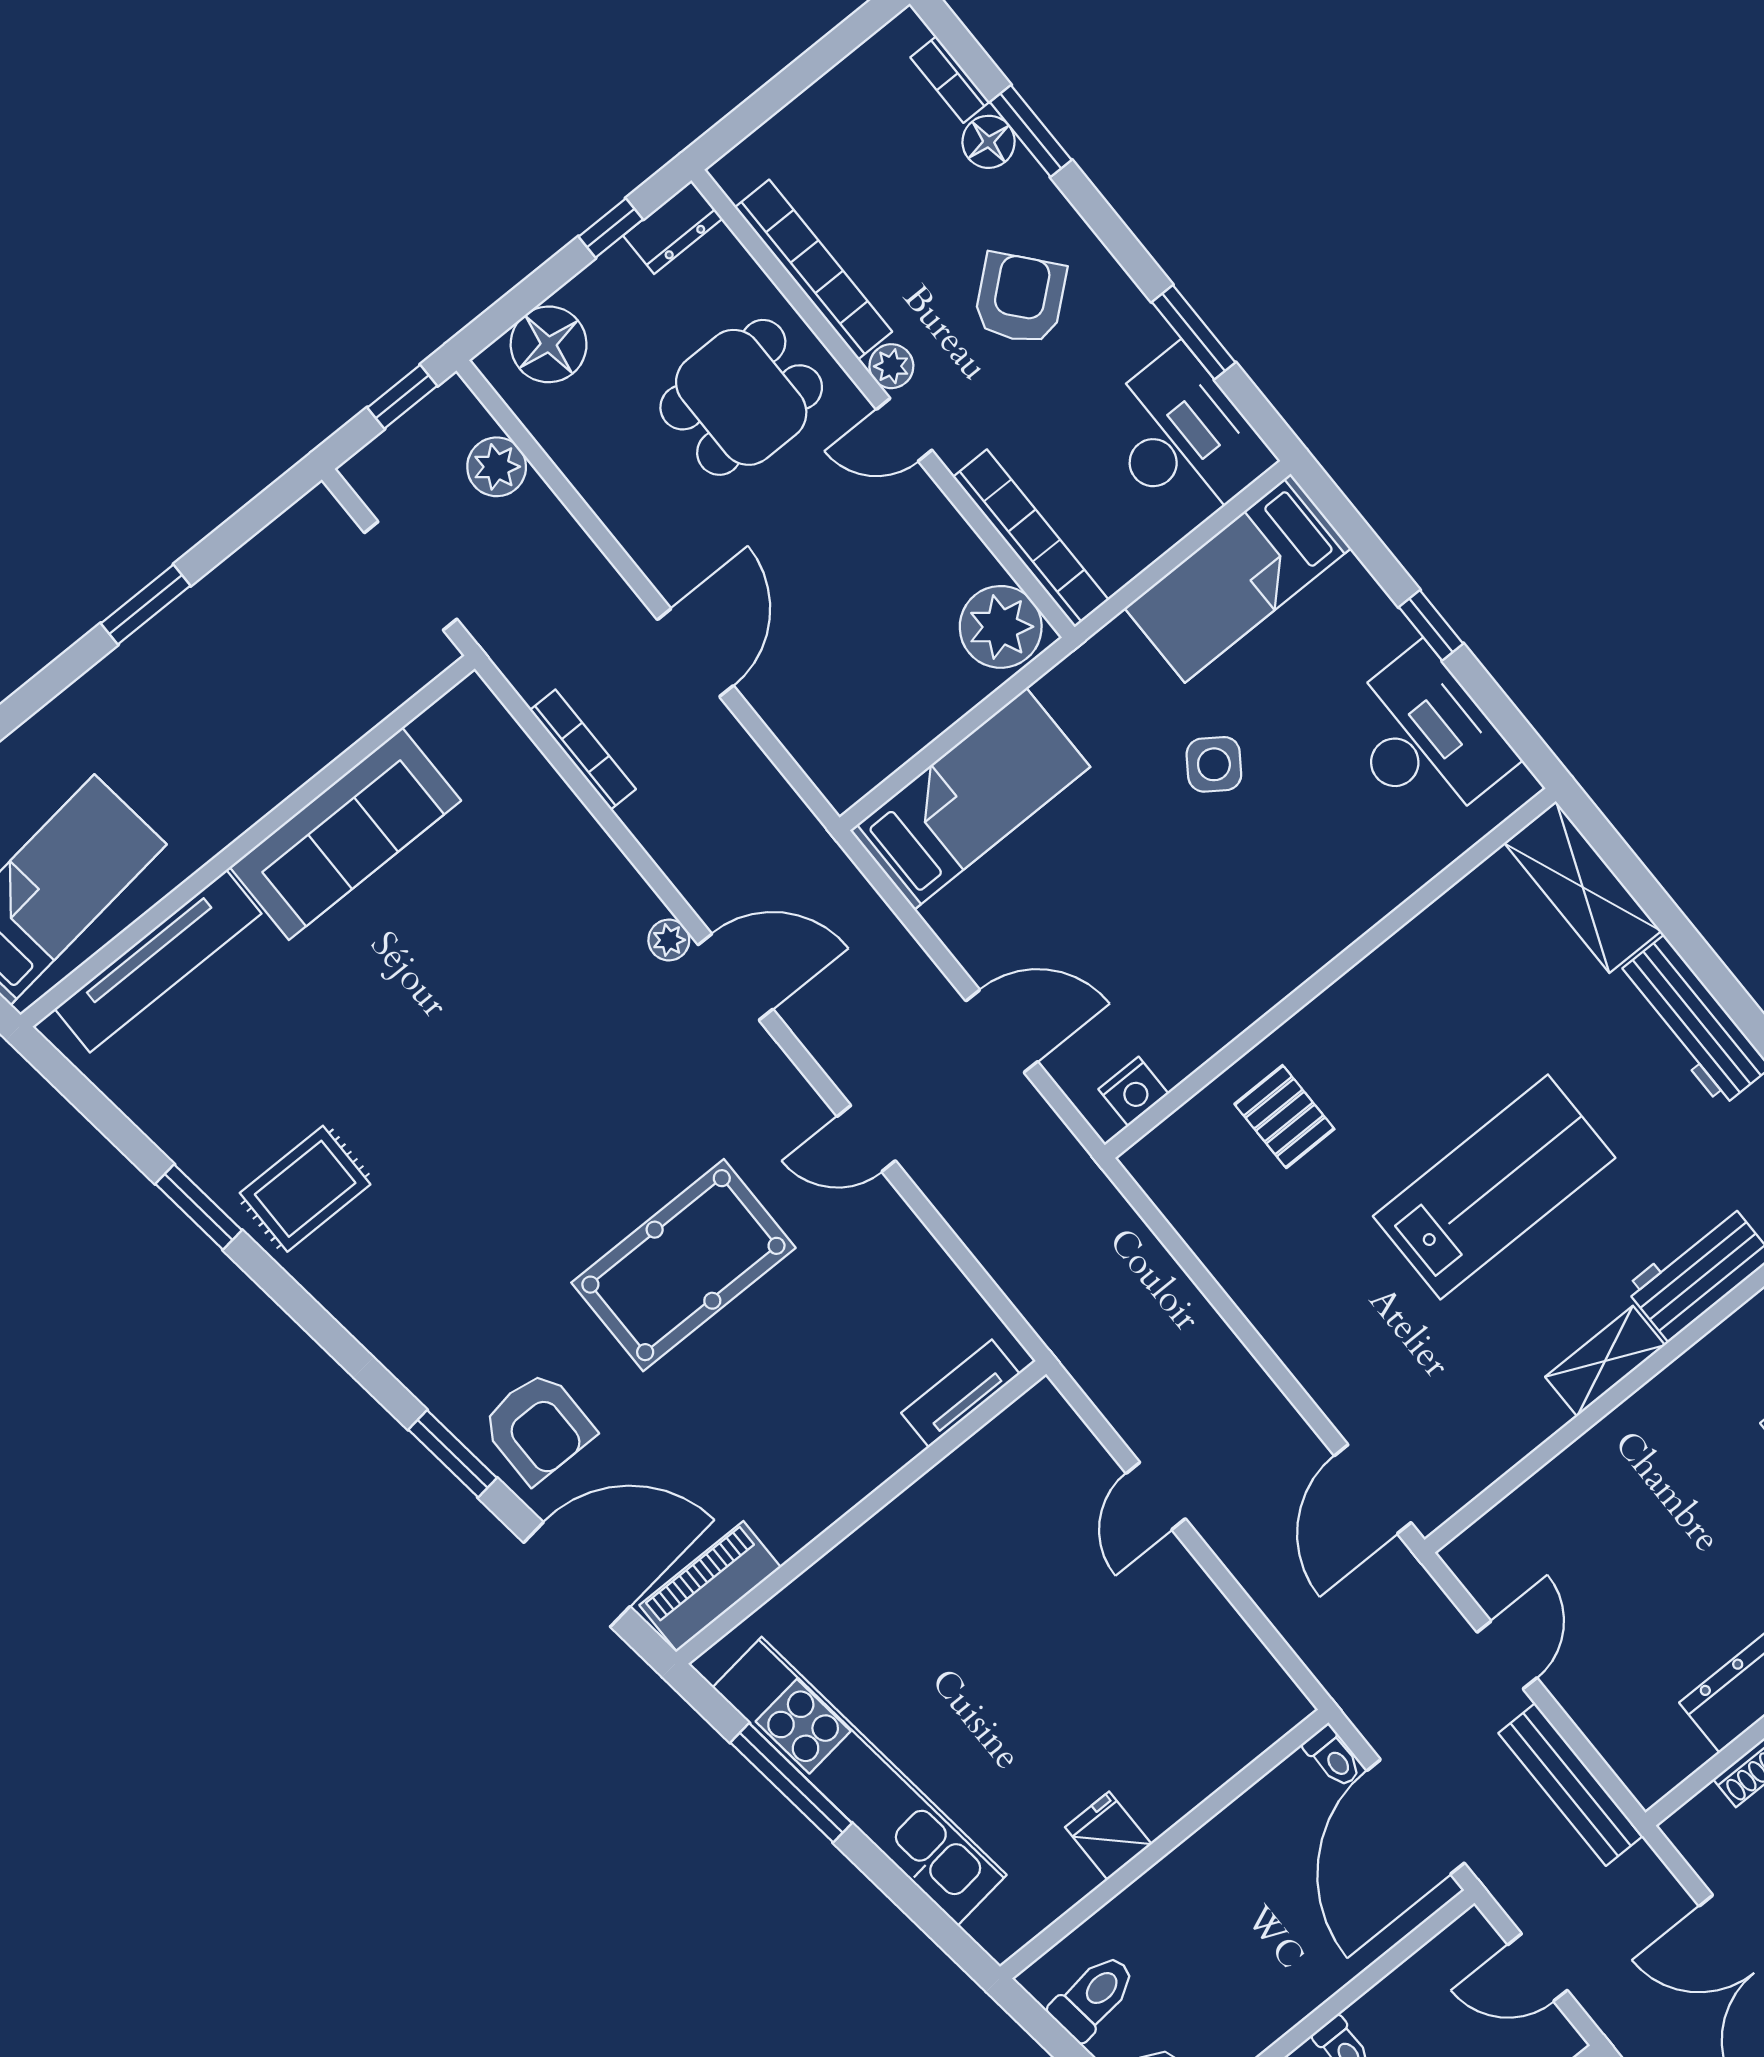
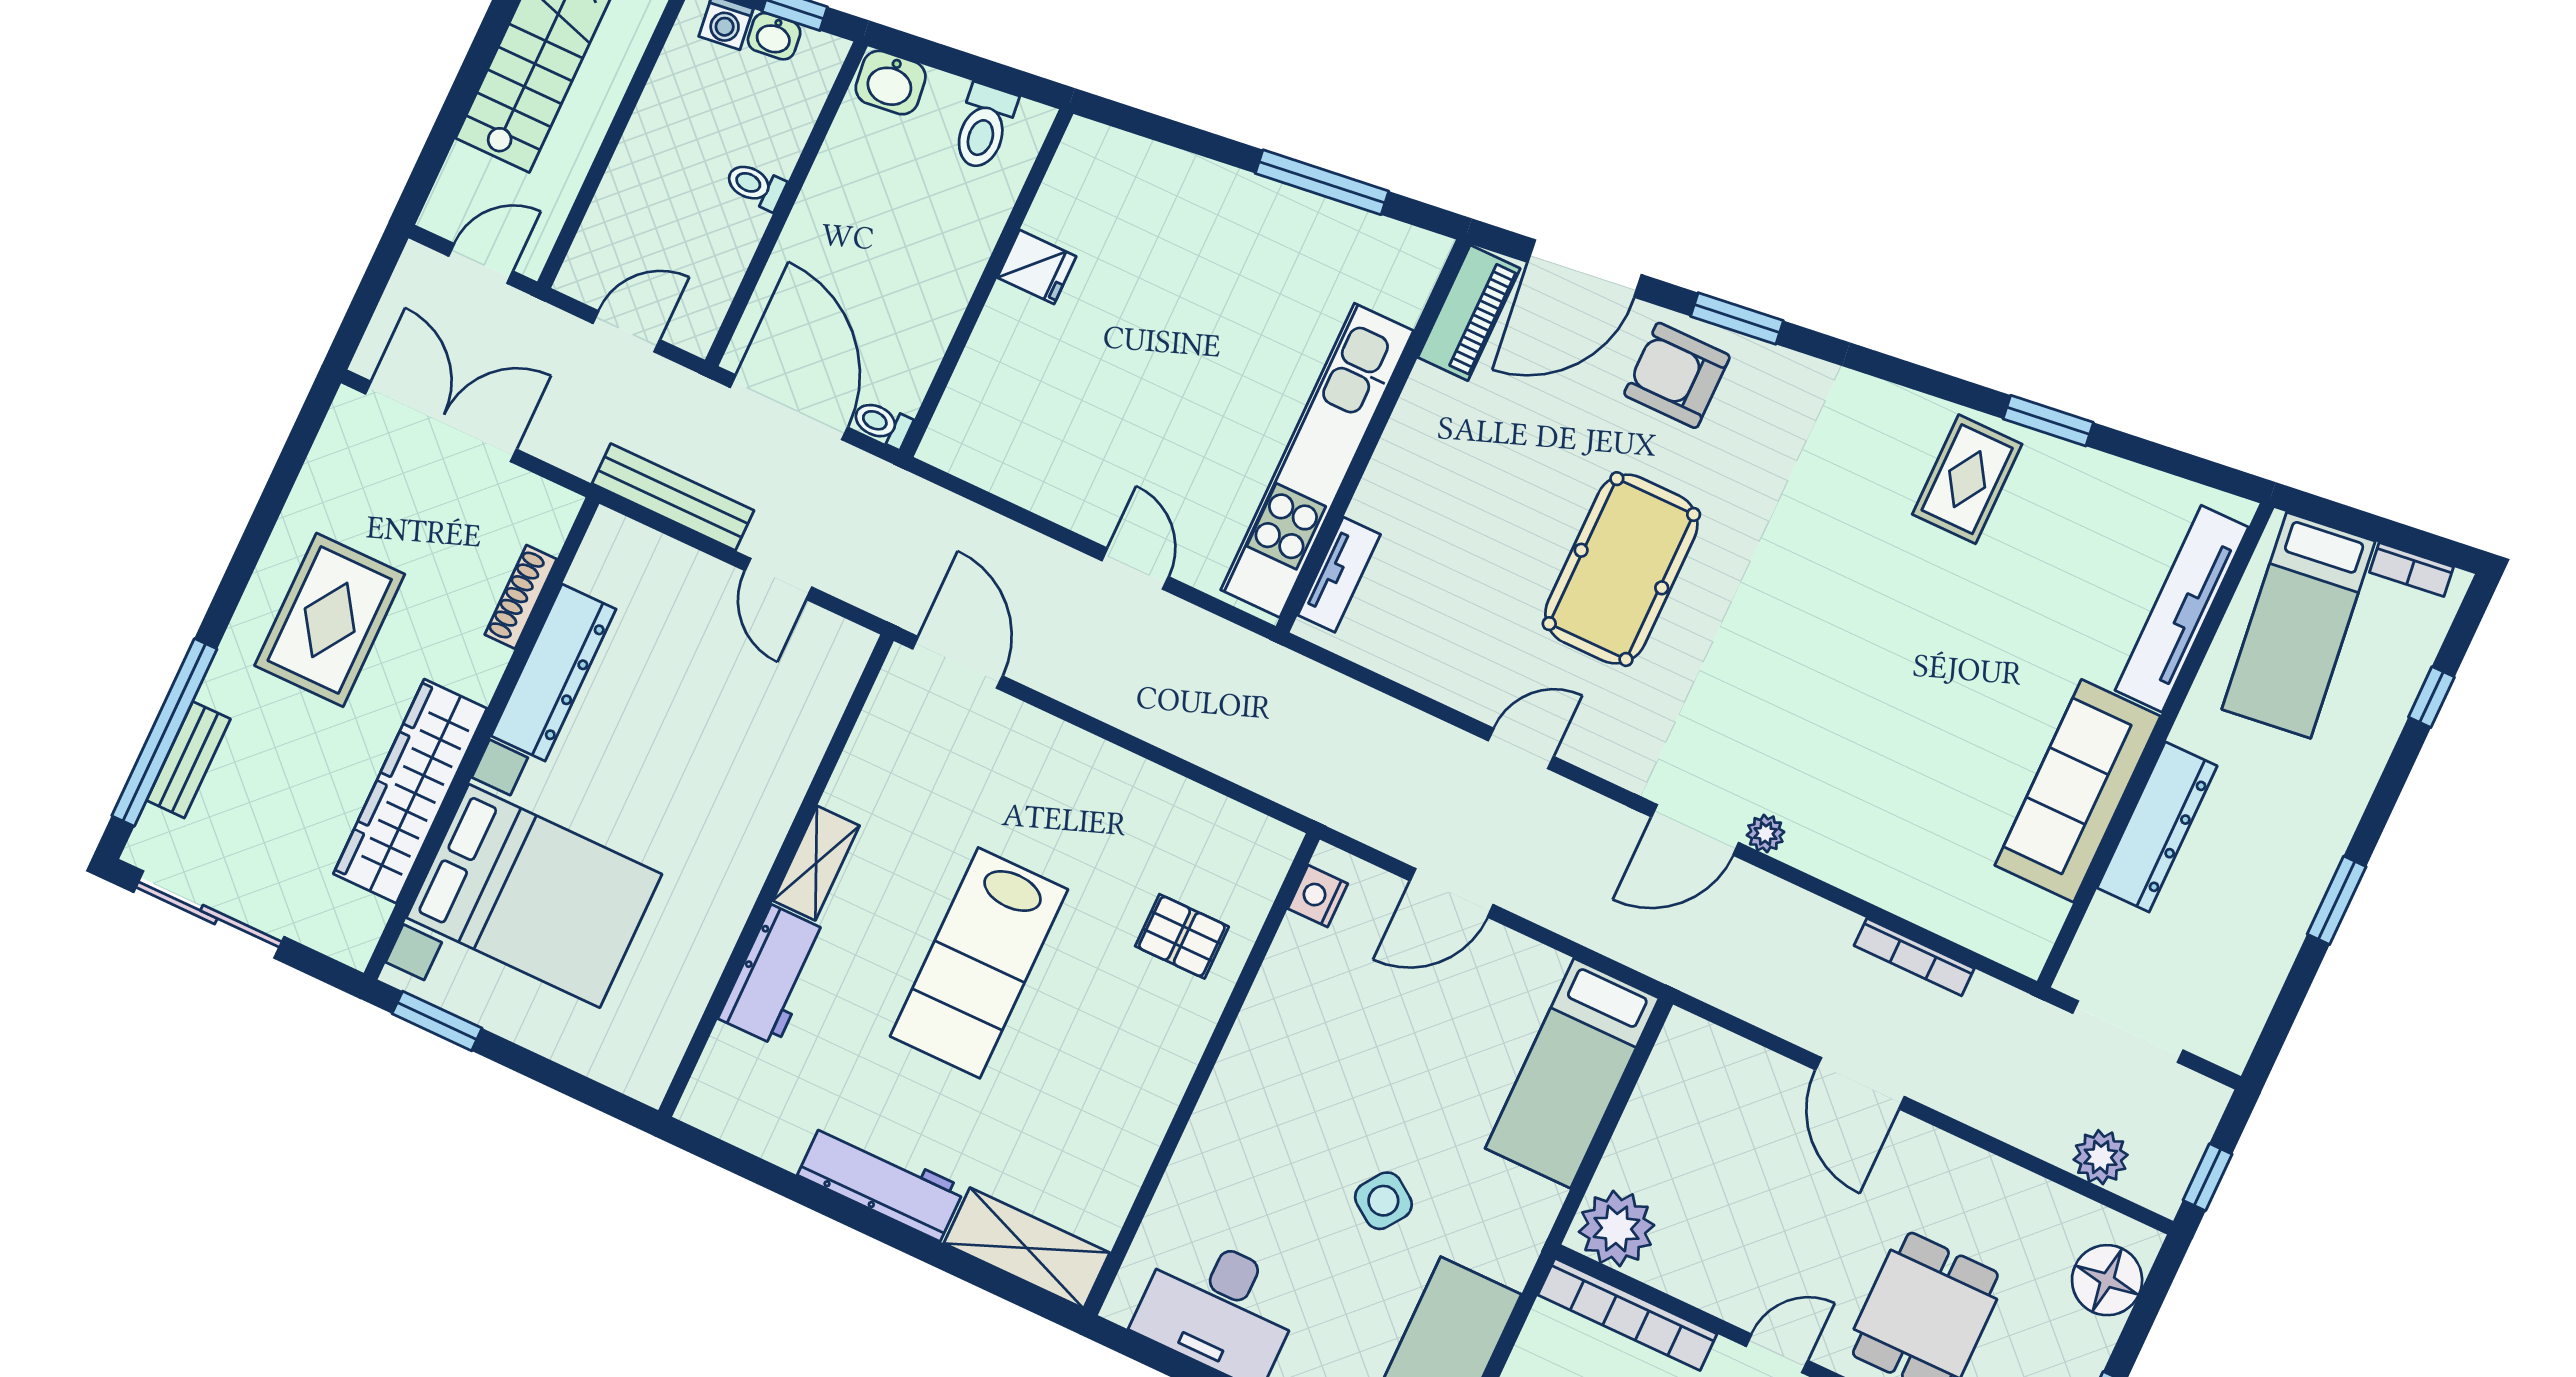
dresser: (285, 761) -> (2157, 827), added
kitchen unit: (860, 1781) -> (1317, 460), moved, turned 97

